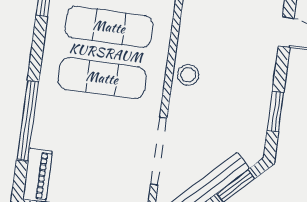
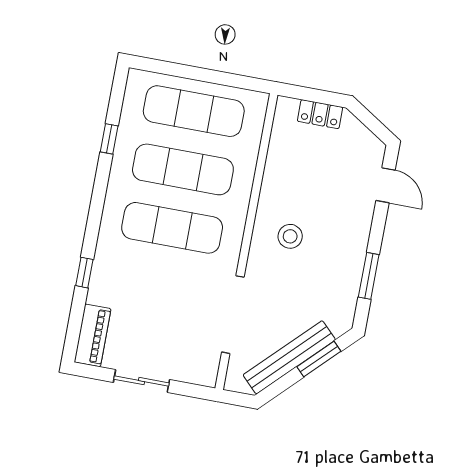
stool: (188, 75) -> (290, 236), moved
window: (28, 121) -> (84, 273), width x0.32

